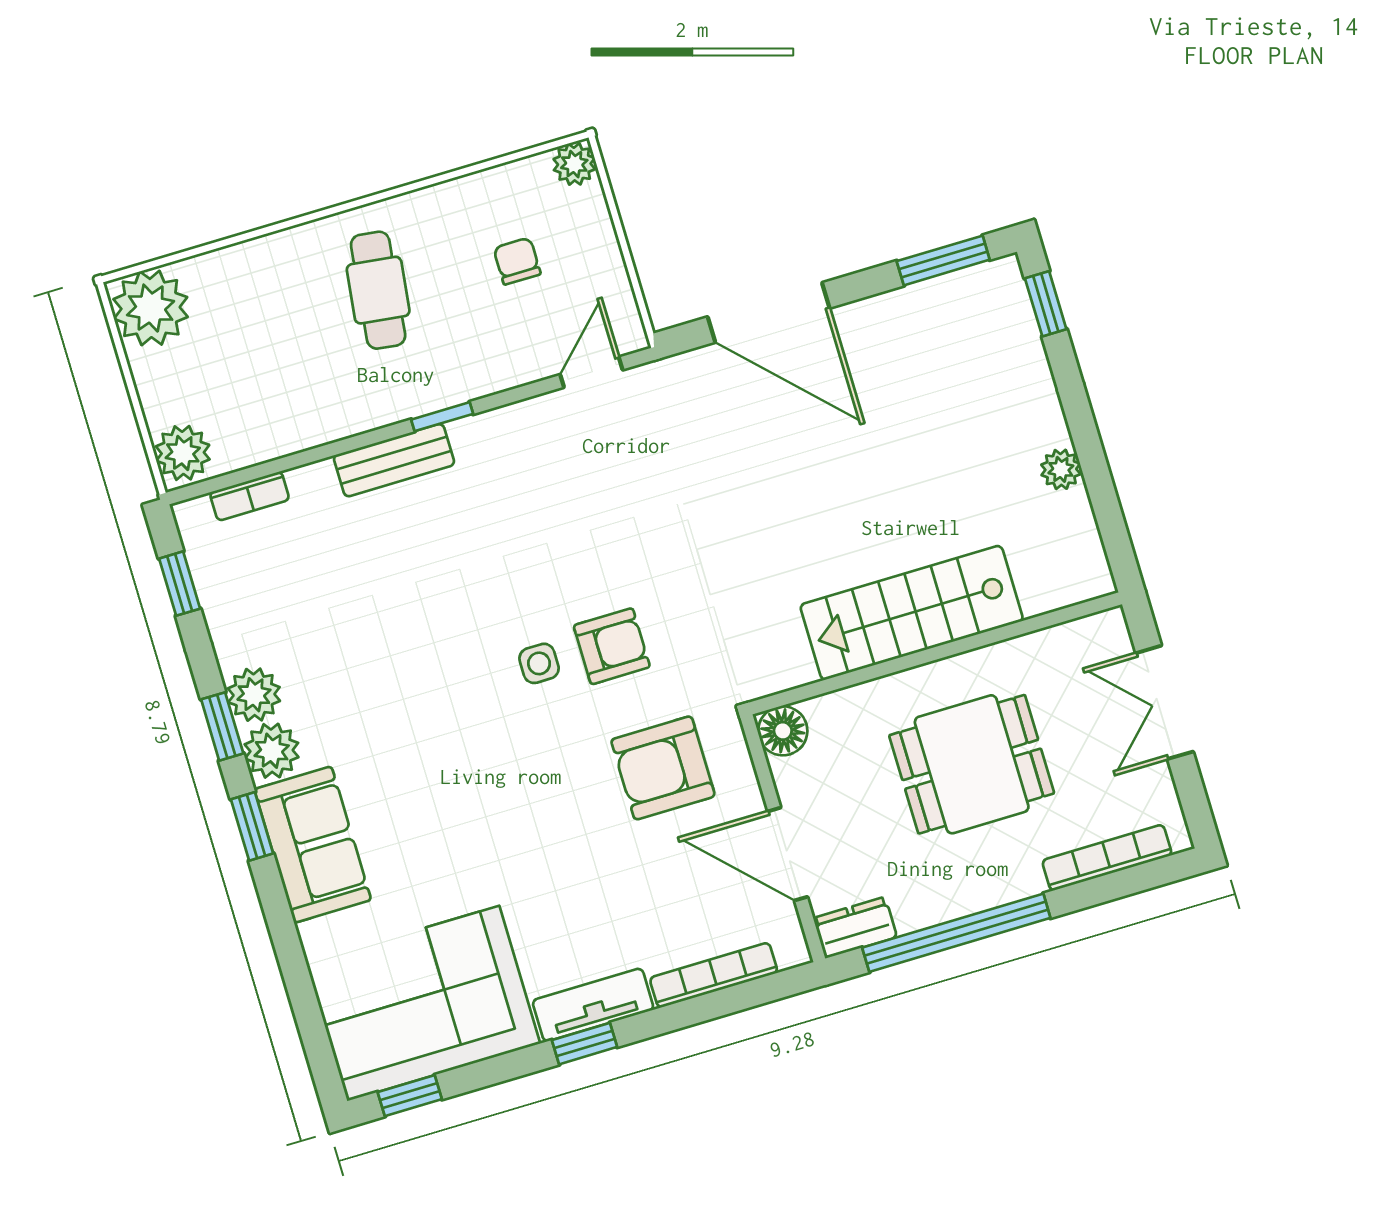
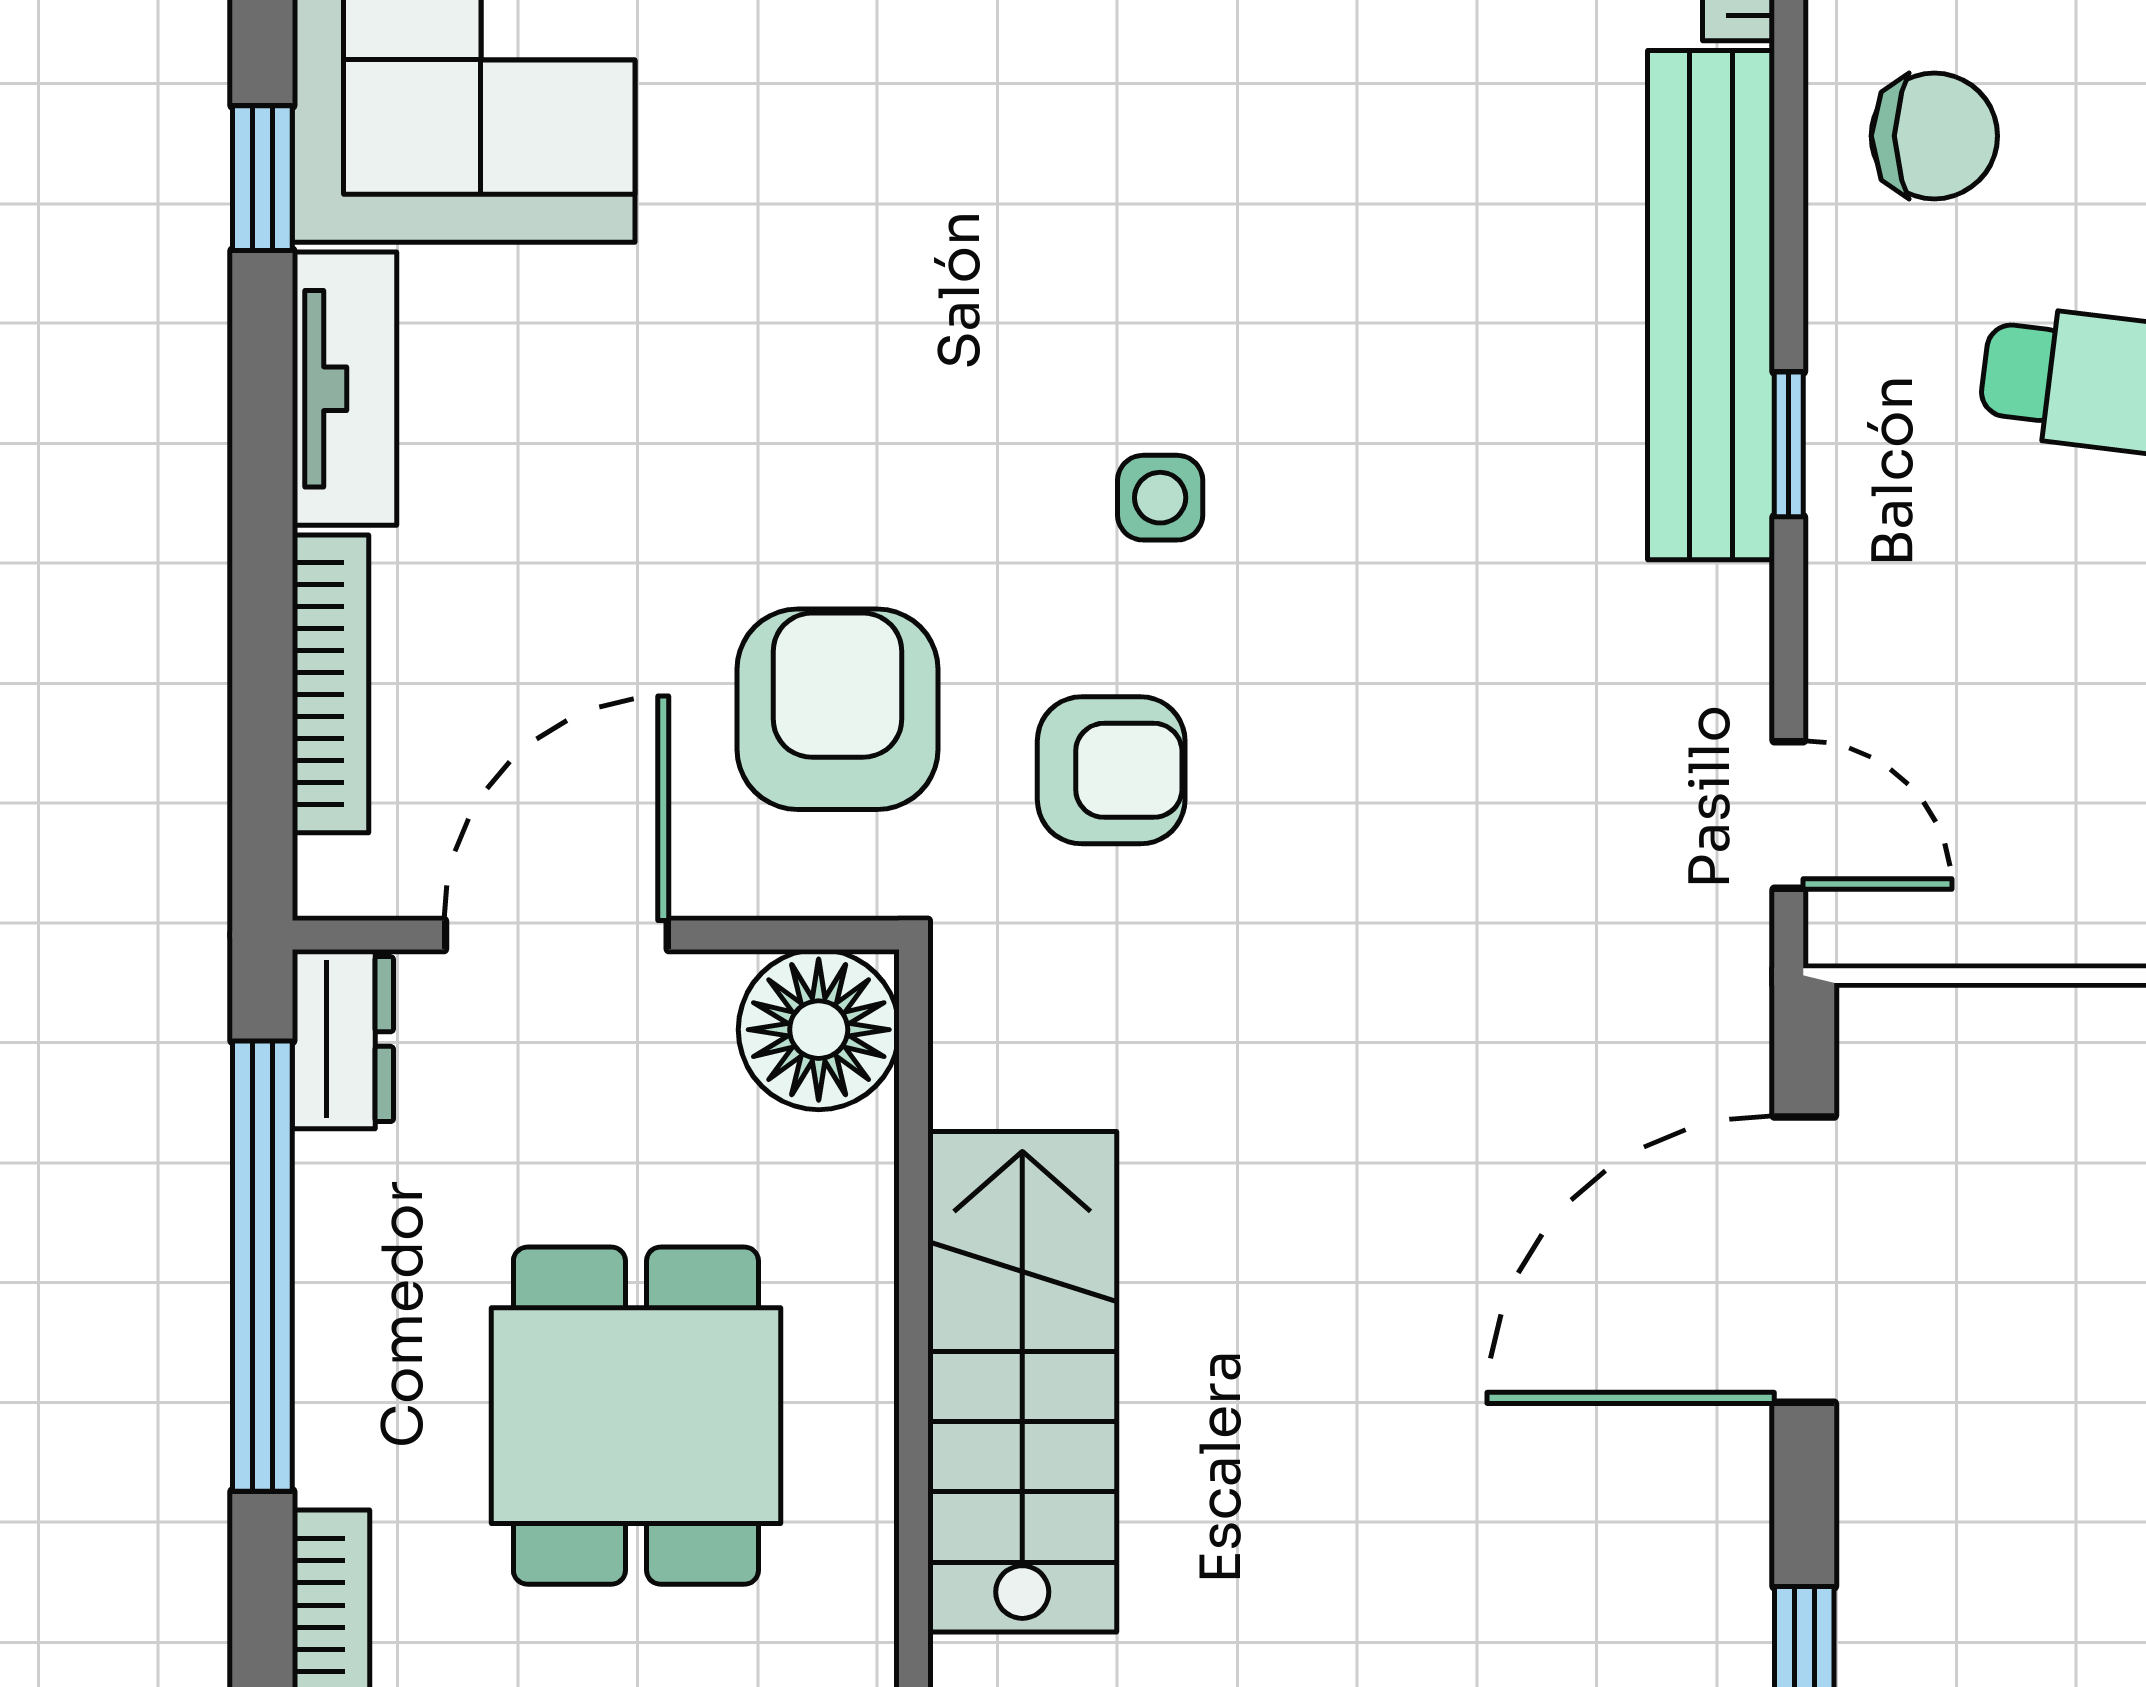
chair: (517, 261) -> (1934, 136), moved, width x1.37, depth x1.37
bench: (394, 460) -> (1711, 305), width x1.86, depth x1.21
armchair: (612, 646) -> (1111, 770), moved, turned -90
floor lamp: (783, 731) -> (819, 1030), width x1.38, depth x1.38
window: (584, 1044) -> (262, 178), moved

